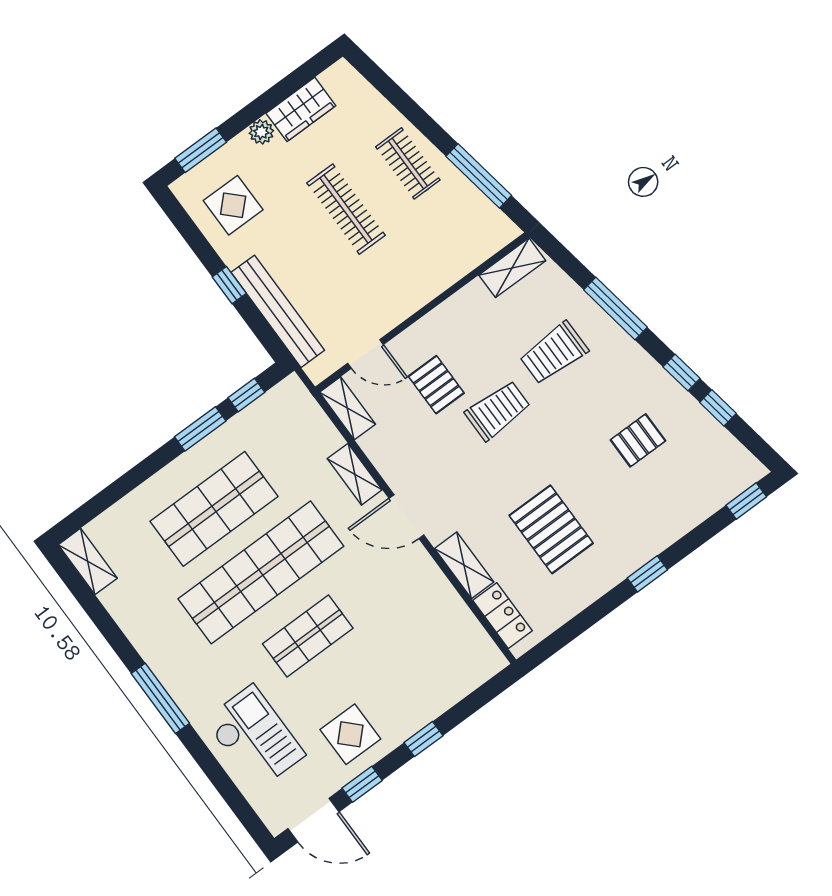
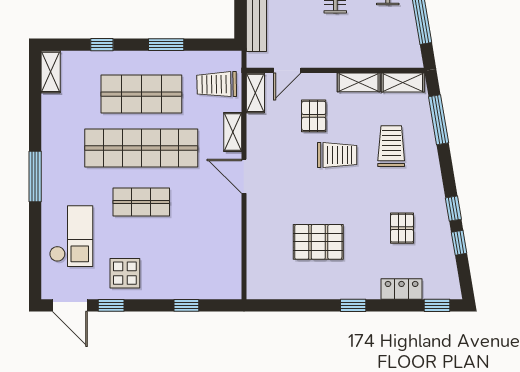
window: (615, 309) -> (439, 120), moved
trolley: (554, 353) -> (391, 146), turned 90
door: (366, 354) -> (287, 70), hinge flipped
window: (246, 395) -> (102, 45), moved
trolley: (294, 432) -> (217, 84), added
pallet: (638, 440) -> (402, 228), turned 90
pallet: (551, 529) -> (318, 242), turned 90
shelving: (464, 565) -> (359, 82), moved, turned 90
locker: (503, 616) -> (402, 289), moved, turned -90
window: (423, 739) -> (186, 305), moved

